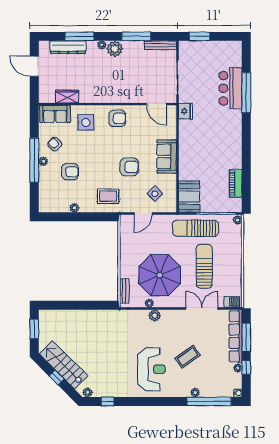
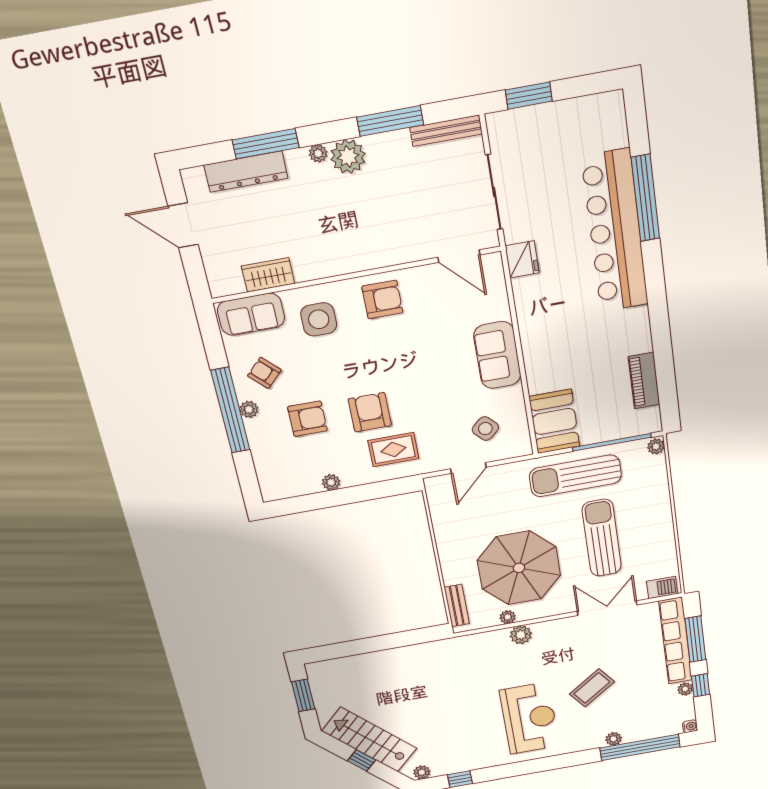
bar counter: (230, 88) -> (615, 232), width x1.86
armchair: (129, 167) -> (370, 412), moved, turned -90

